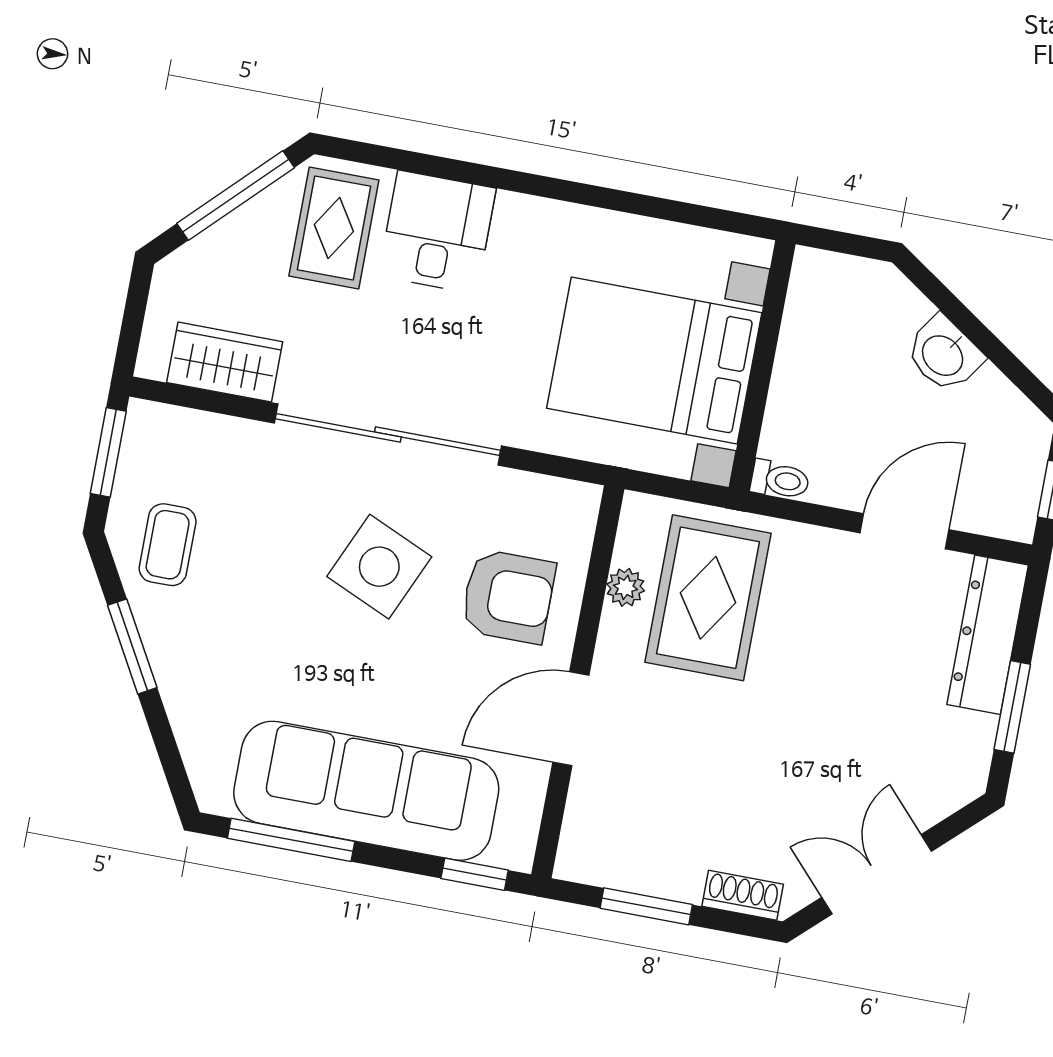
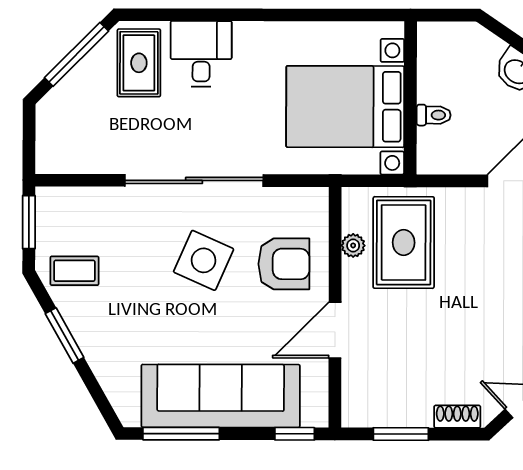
wardrobe: (225, 362) -> (88, 155), removed
toilet: (780, 480) -> (434, 115), moved
coffee table: (168, 545) -> (74, 271), turned 90

